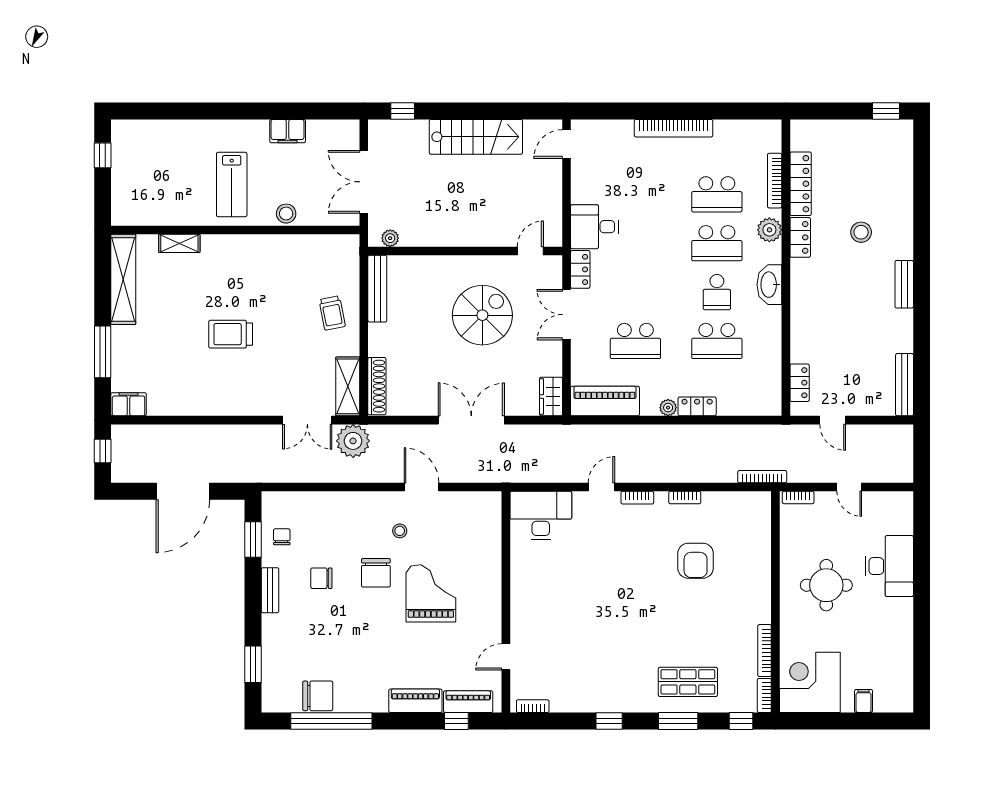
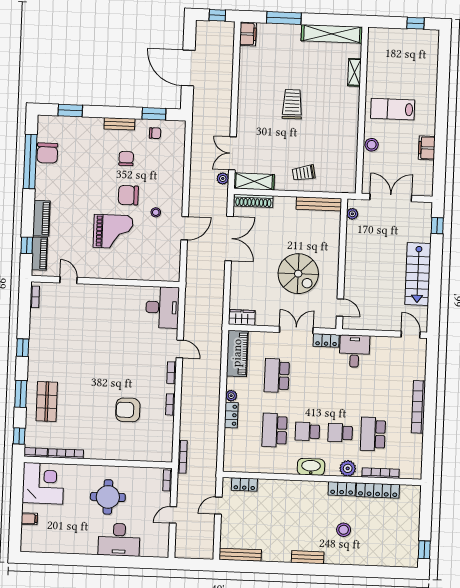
school desk: (717, 243) -> (340, 433), width x0.54
double door: (471, 420) -> (229, 239), moved
plant: (353, 441) -> (223, 178), width x0.53, depth x0.53

